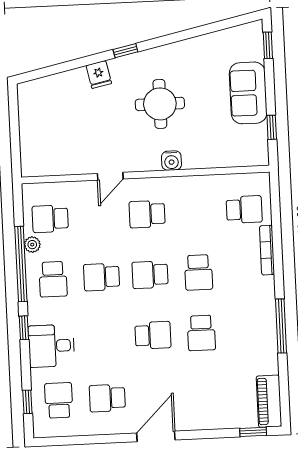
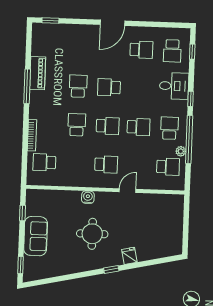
piano: (269, 401) -> (38, 73), moved

